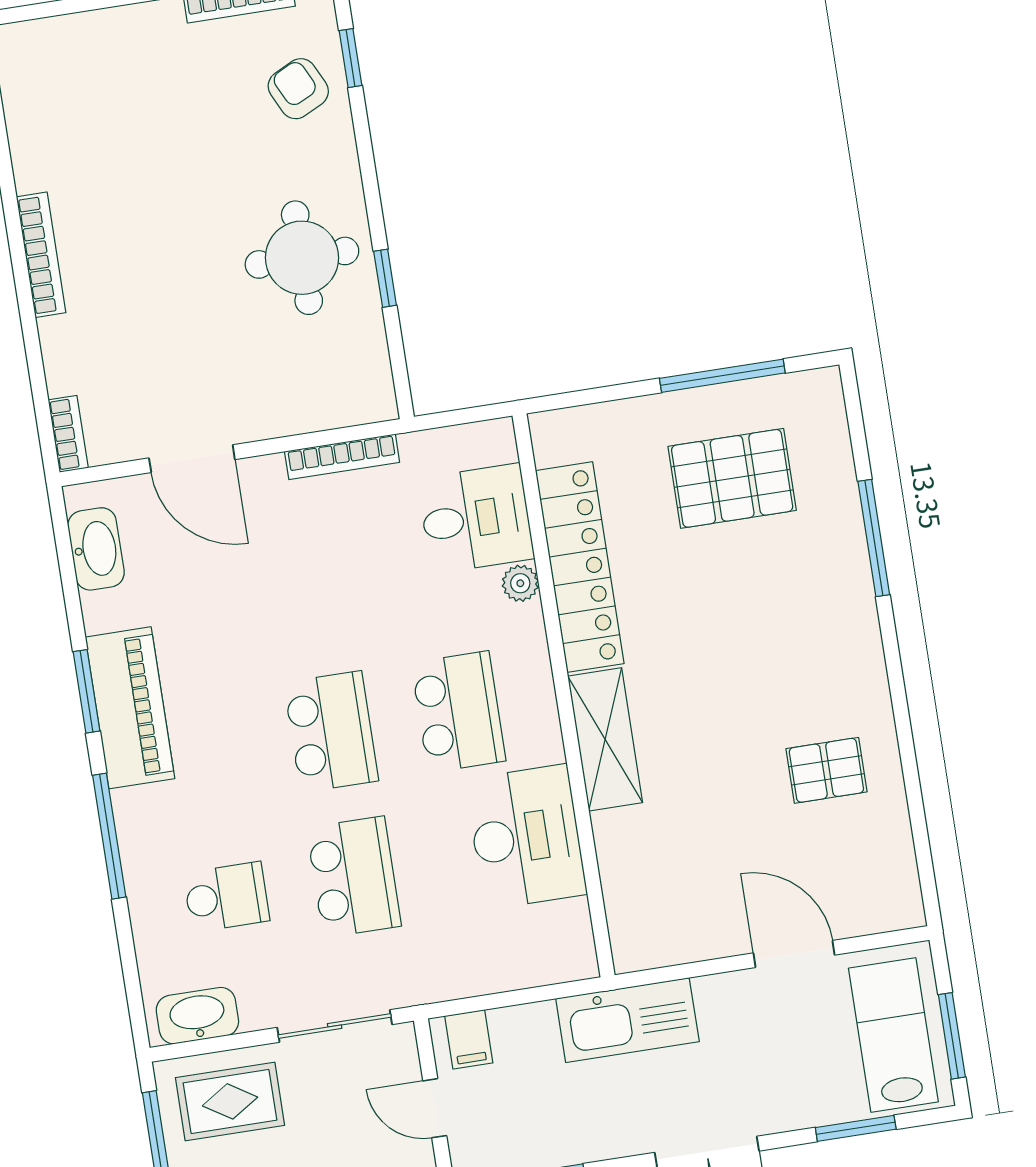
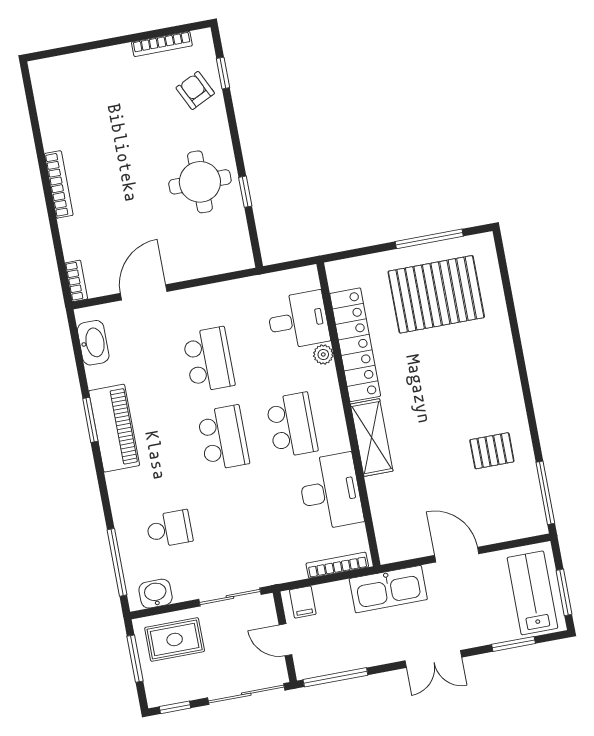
bookcase: (342, 457) -> (337, 565), moved, turned 180
door: (192, 459) -> (144, 292), swing flipped
pallet: (732, 478) -> (436, 294), width x1.37, depth x1.41
window: (874, 538) -> (545, 493), moved
window: (109, 836) -> (117, 562), moved
school desk: (354, 877) -> (209, 360), moved
door: (794, 954) -> (457, 555), moved
washbasin: (197, 1016) -> (156, 594), width x0.72

